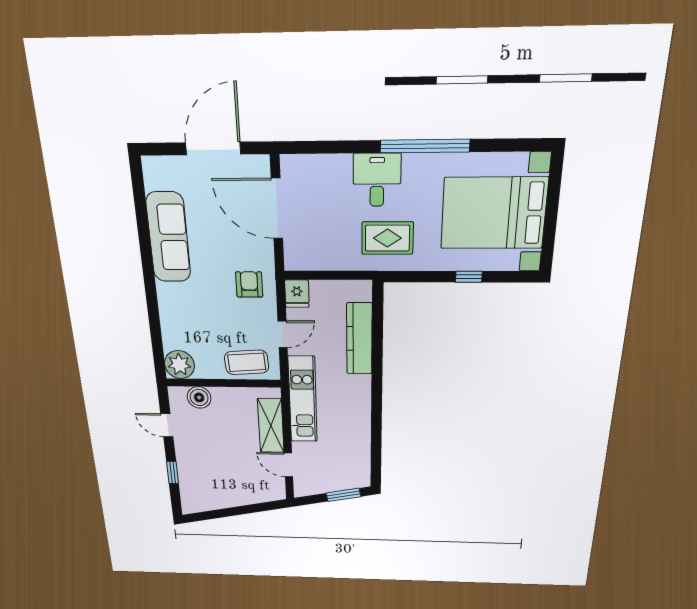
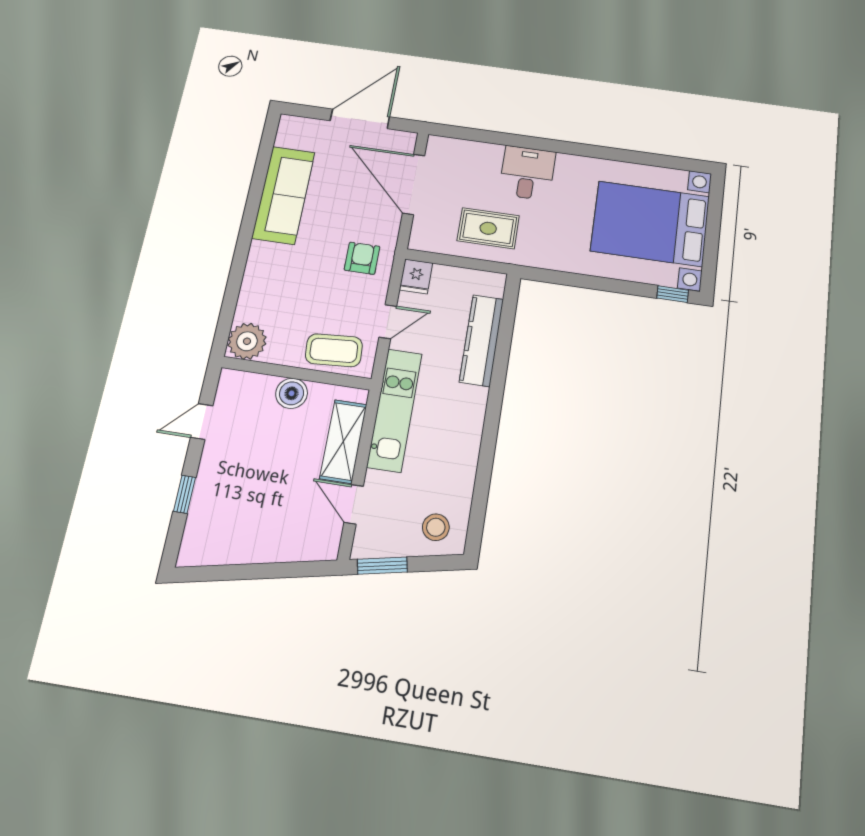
window: (425, 146) -> (581, 150), removed
rug: (387, 238) -> (488, 228), moved
window: (469, 277) -> (673, 294), moved
boiler: (199, 397) -> (292, 393), moved
door: (167, 425) -> (202, 422), hinge flipped
stool: (348, 472) -> (436, 527), added
window: (343, 495) -> (382, 566), moved

